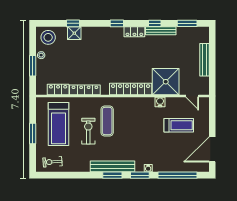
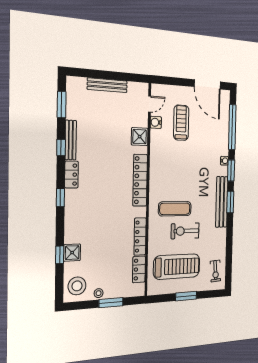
shower: (166, 82) -> (140, 137), width x0.54, depth x0.54
water cooler: (160, 102) -> (156, 122), moved

